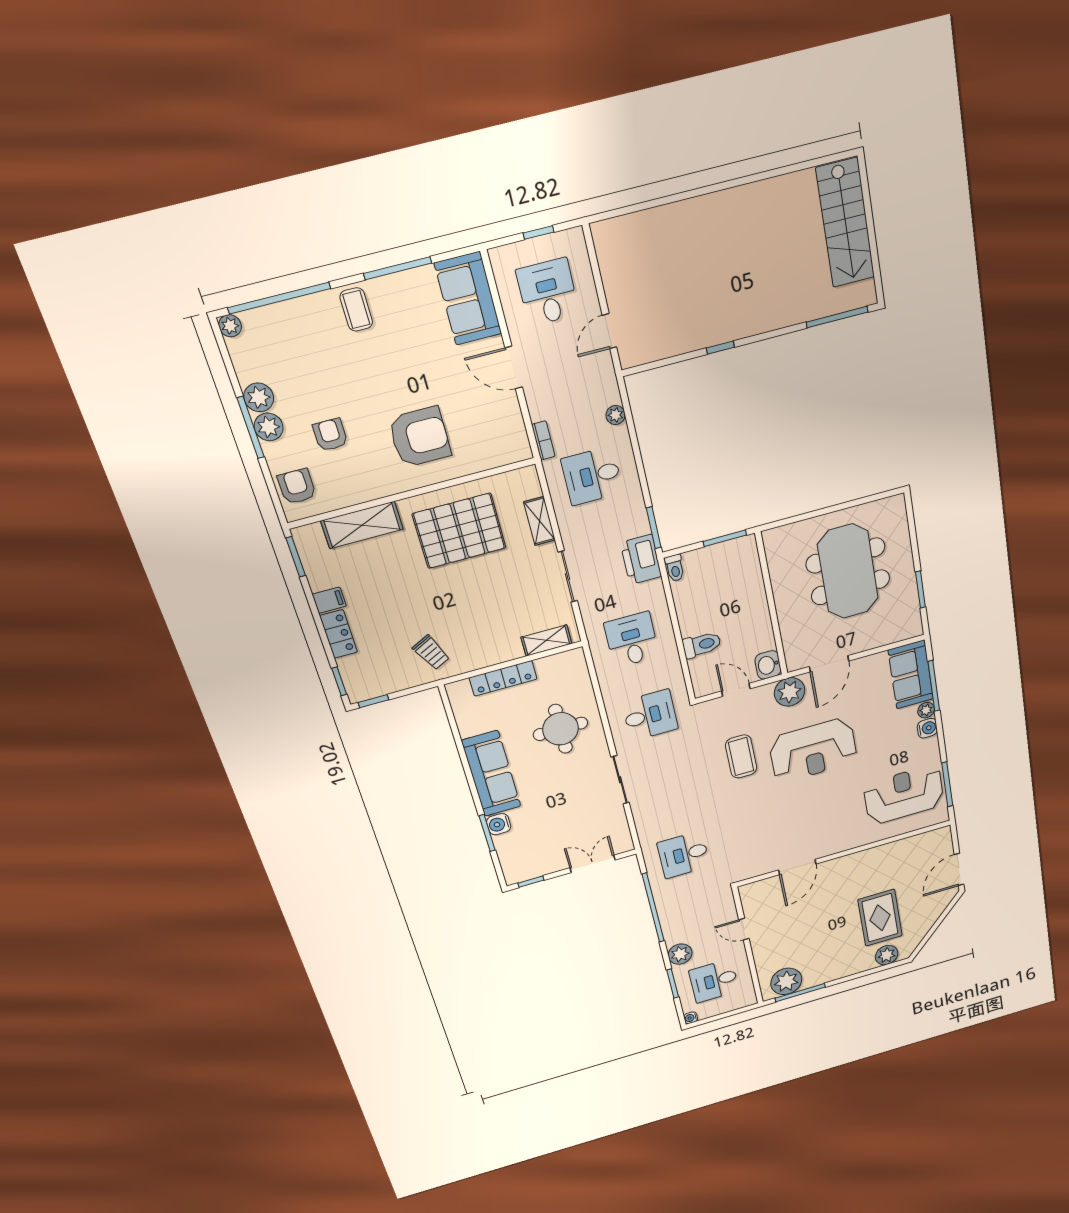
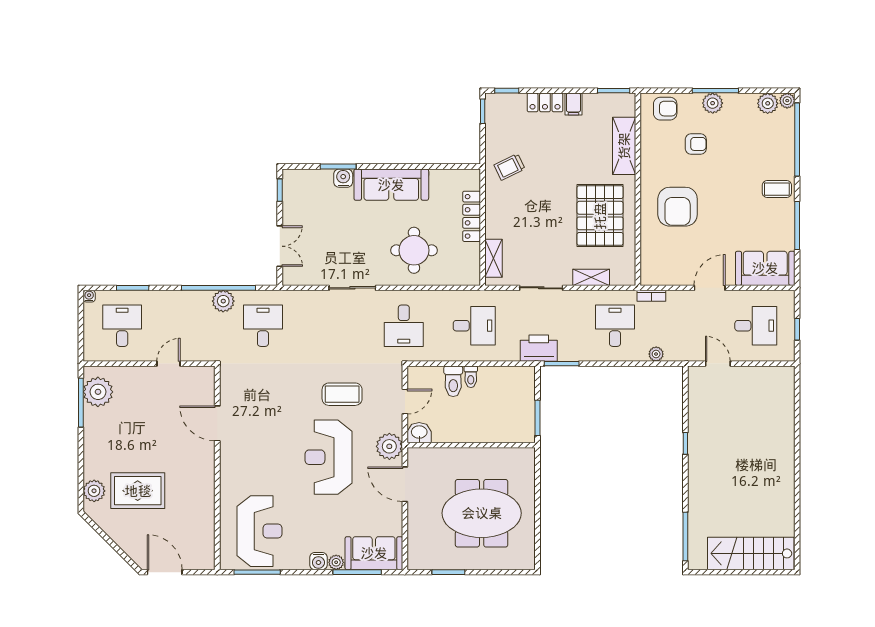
plant: (259, 397) -> (768, 103), moved
toilet: (675, 568) -> (471, 377), moved, turned -90
plant: (680, 954) -> (223, 301), moved

